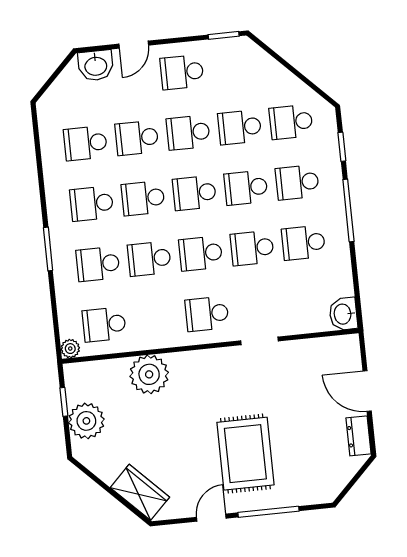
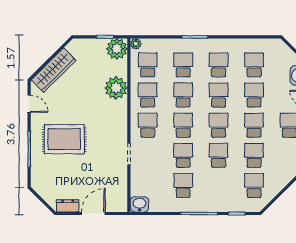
school desk: (297, 182) -> (148, 95), moved
plant: (86, 421) -> (117, 49), moved
wardrobe: (140, 492) -> (54, 70), width x1.50
door: (211, 518) -> (29, 104), moved

